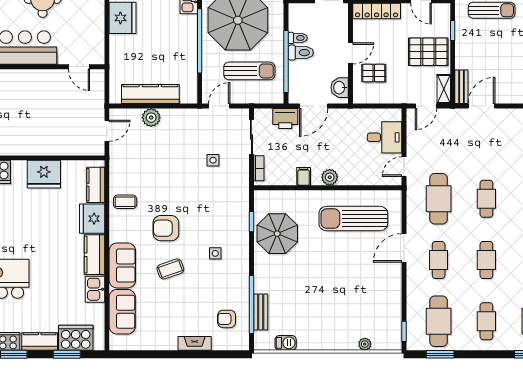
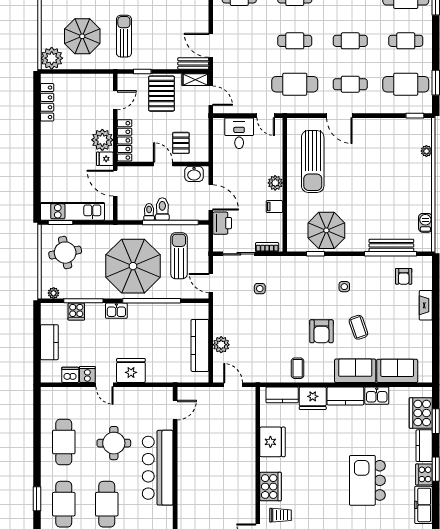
bench: (261, 312) -> (391, 245), width x1.36

